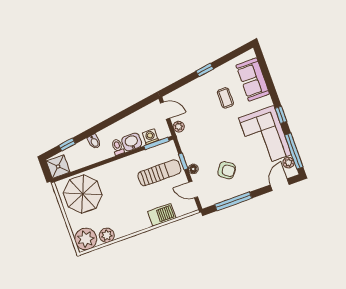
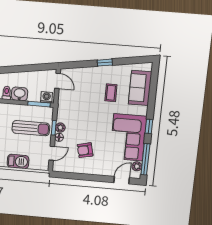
plant: (179, 127) -> (60, 128), moved
washing machine: (150, 137) -> (47, 97), moved
armchair: (227, 170) -> (85, 150), turned 132
door: (193, 190) -> (52, 153), swing flipped
window: (233, 201) -> (79, 176), removed

